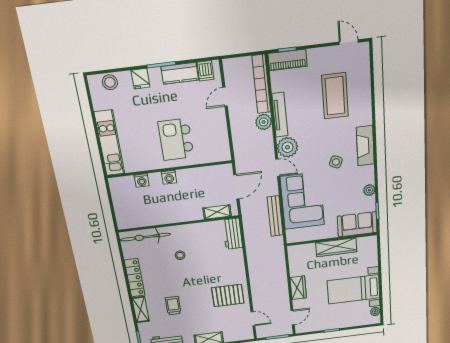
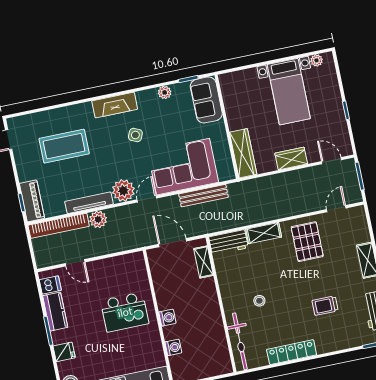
wardrobe: (336, 247) -> (243, 153), moved
shelving: (141, 309) -> (264, 233), moved

